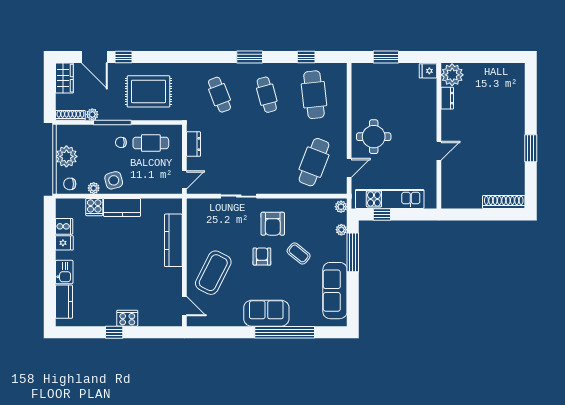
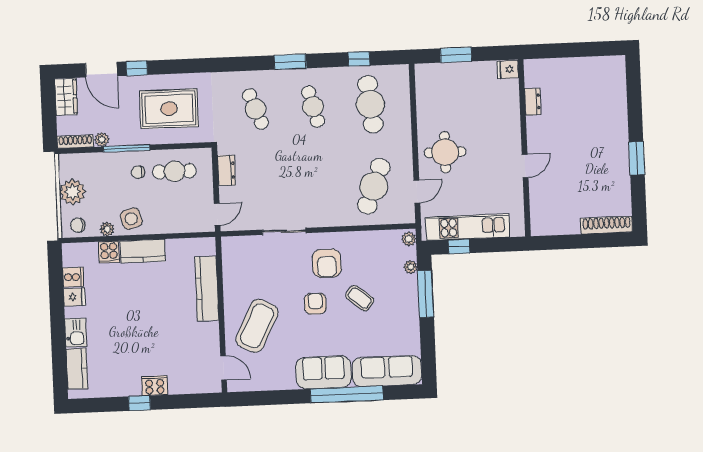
plant: (452, 75) -> (537, 73), removed
sofa: (335, 291) -> (387, 371), moved, turned 90

